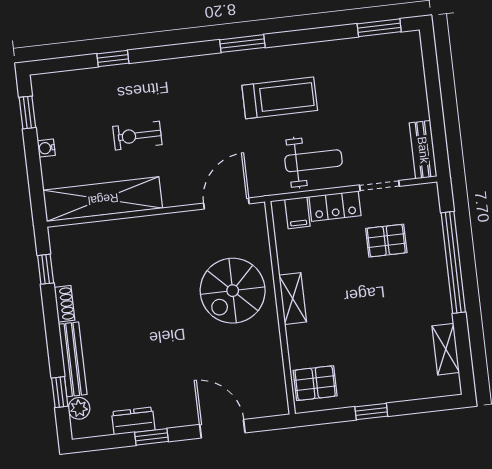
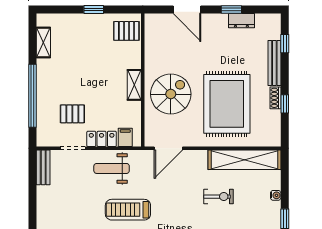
window: (46, 269) -> (285, 104), moved
rug: (141, 285) -> (227, 104), added
plant: (79, 408) -> (274, 32), removed

